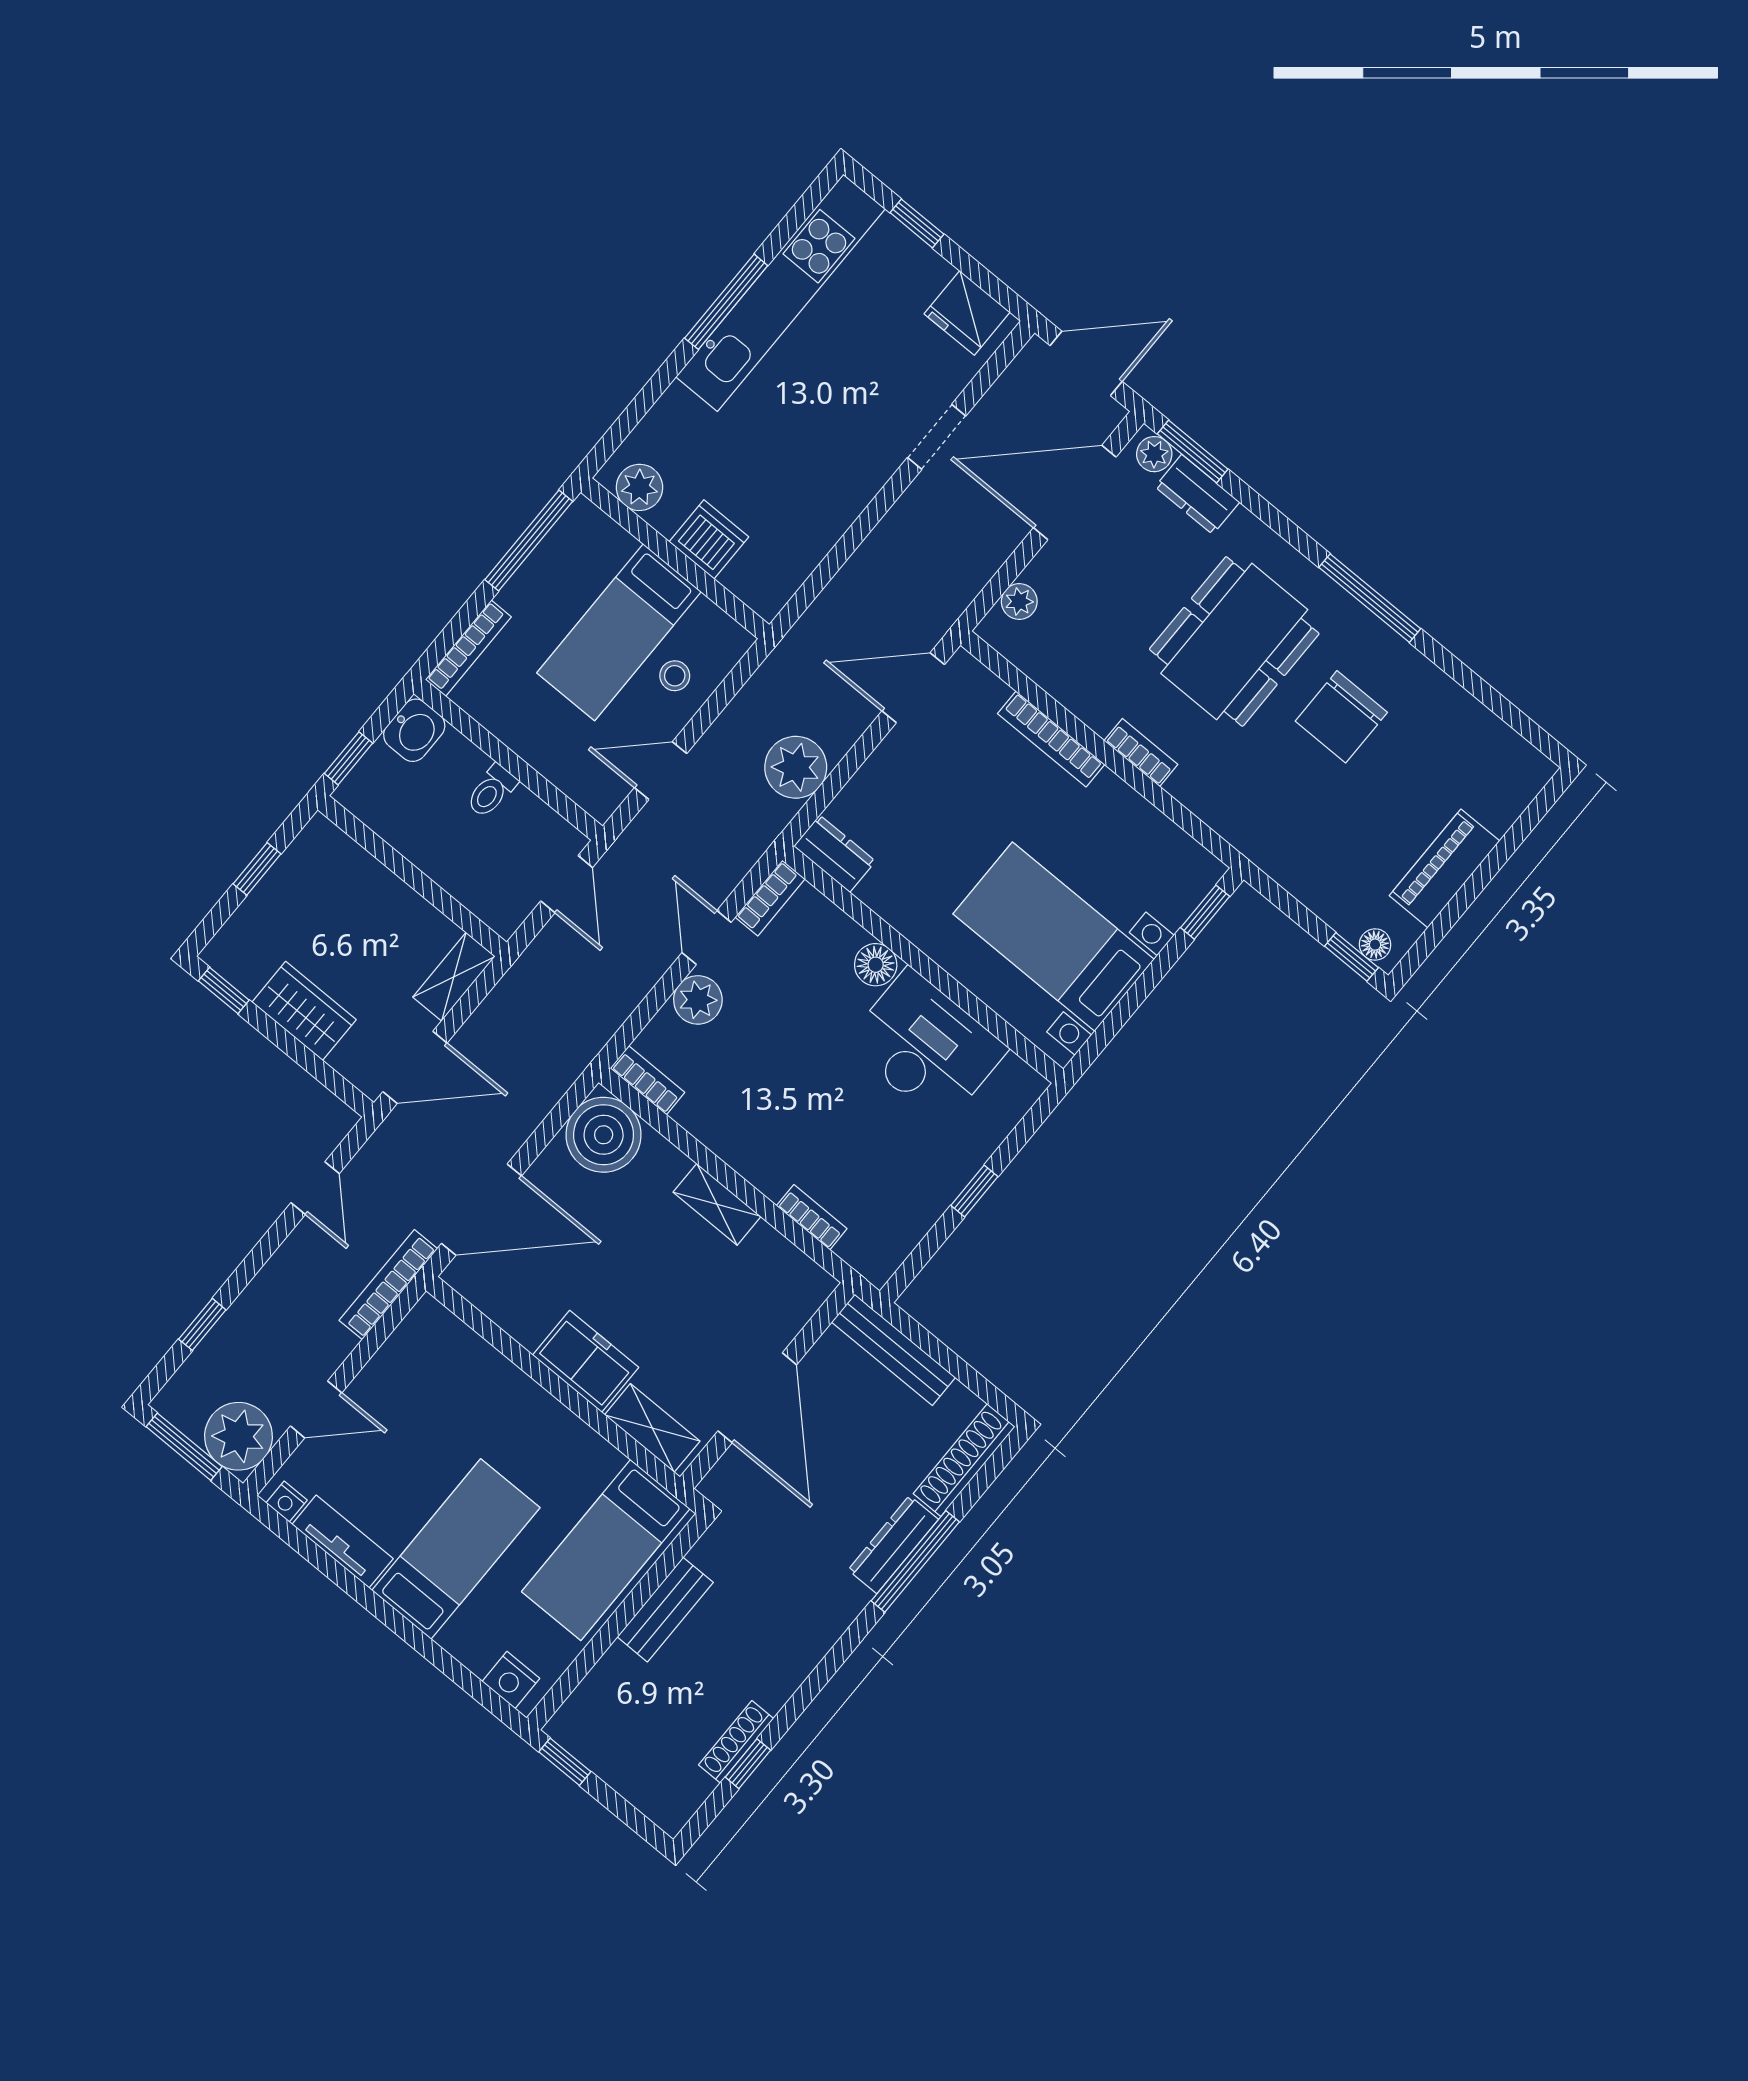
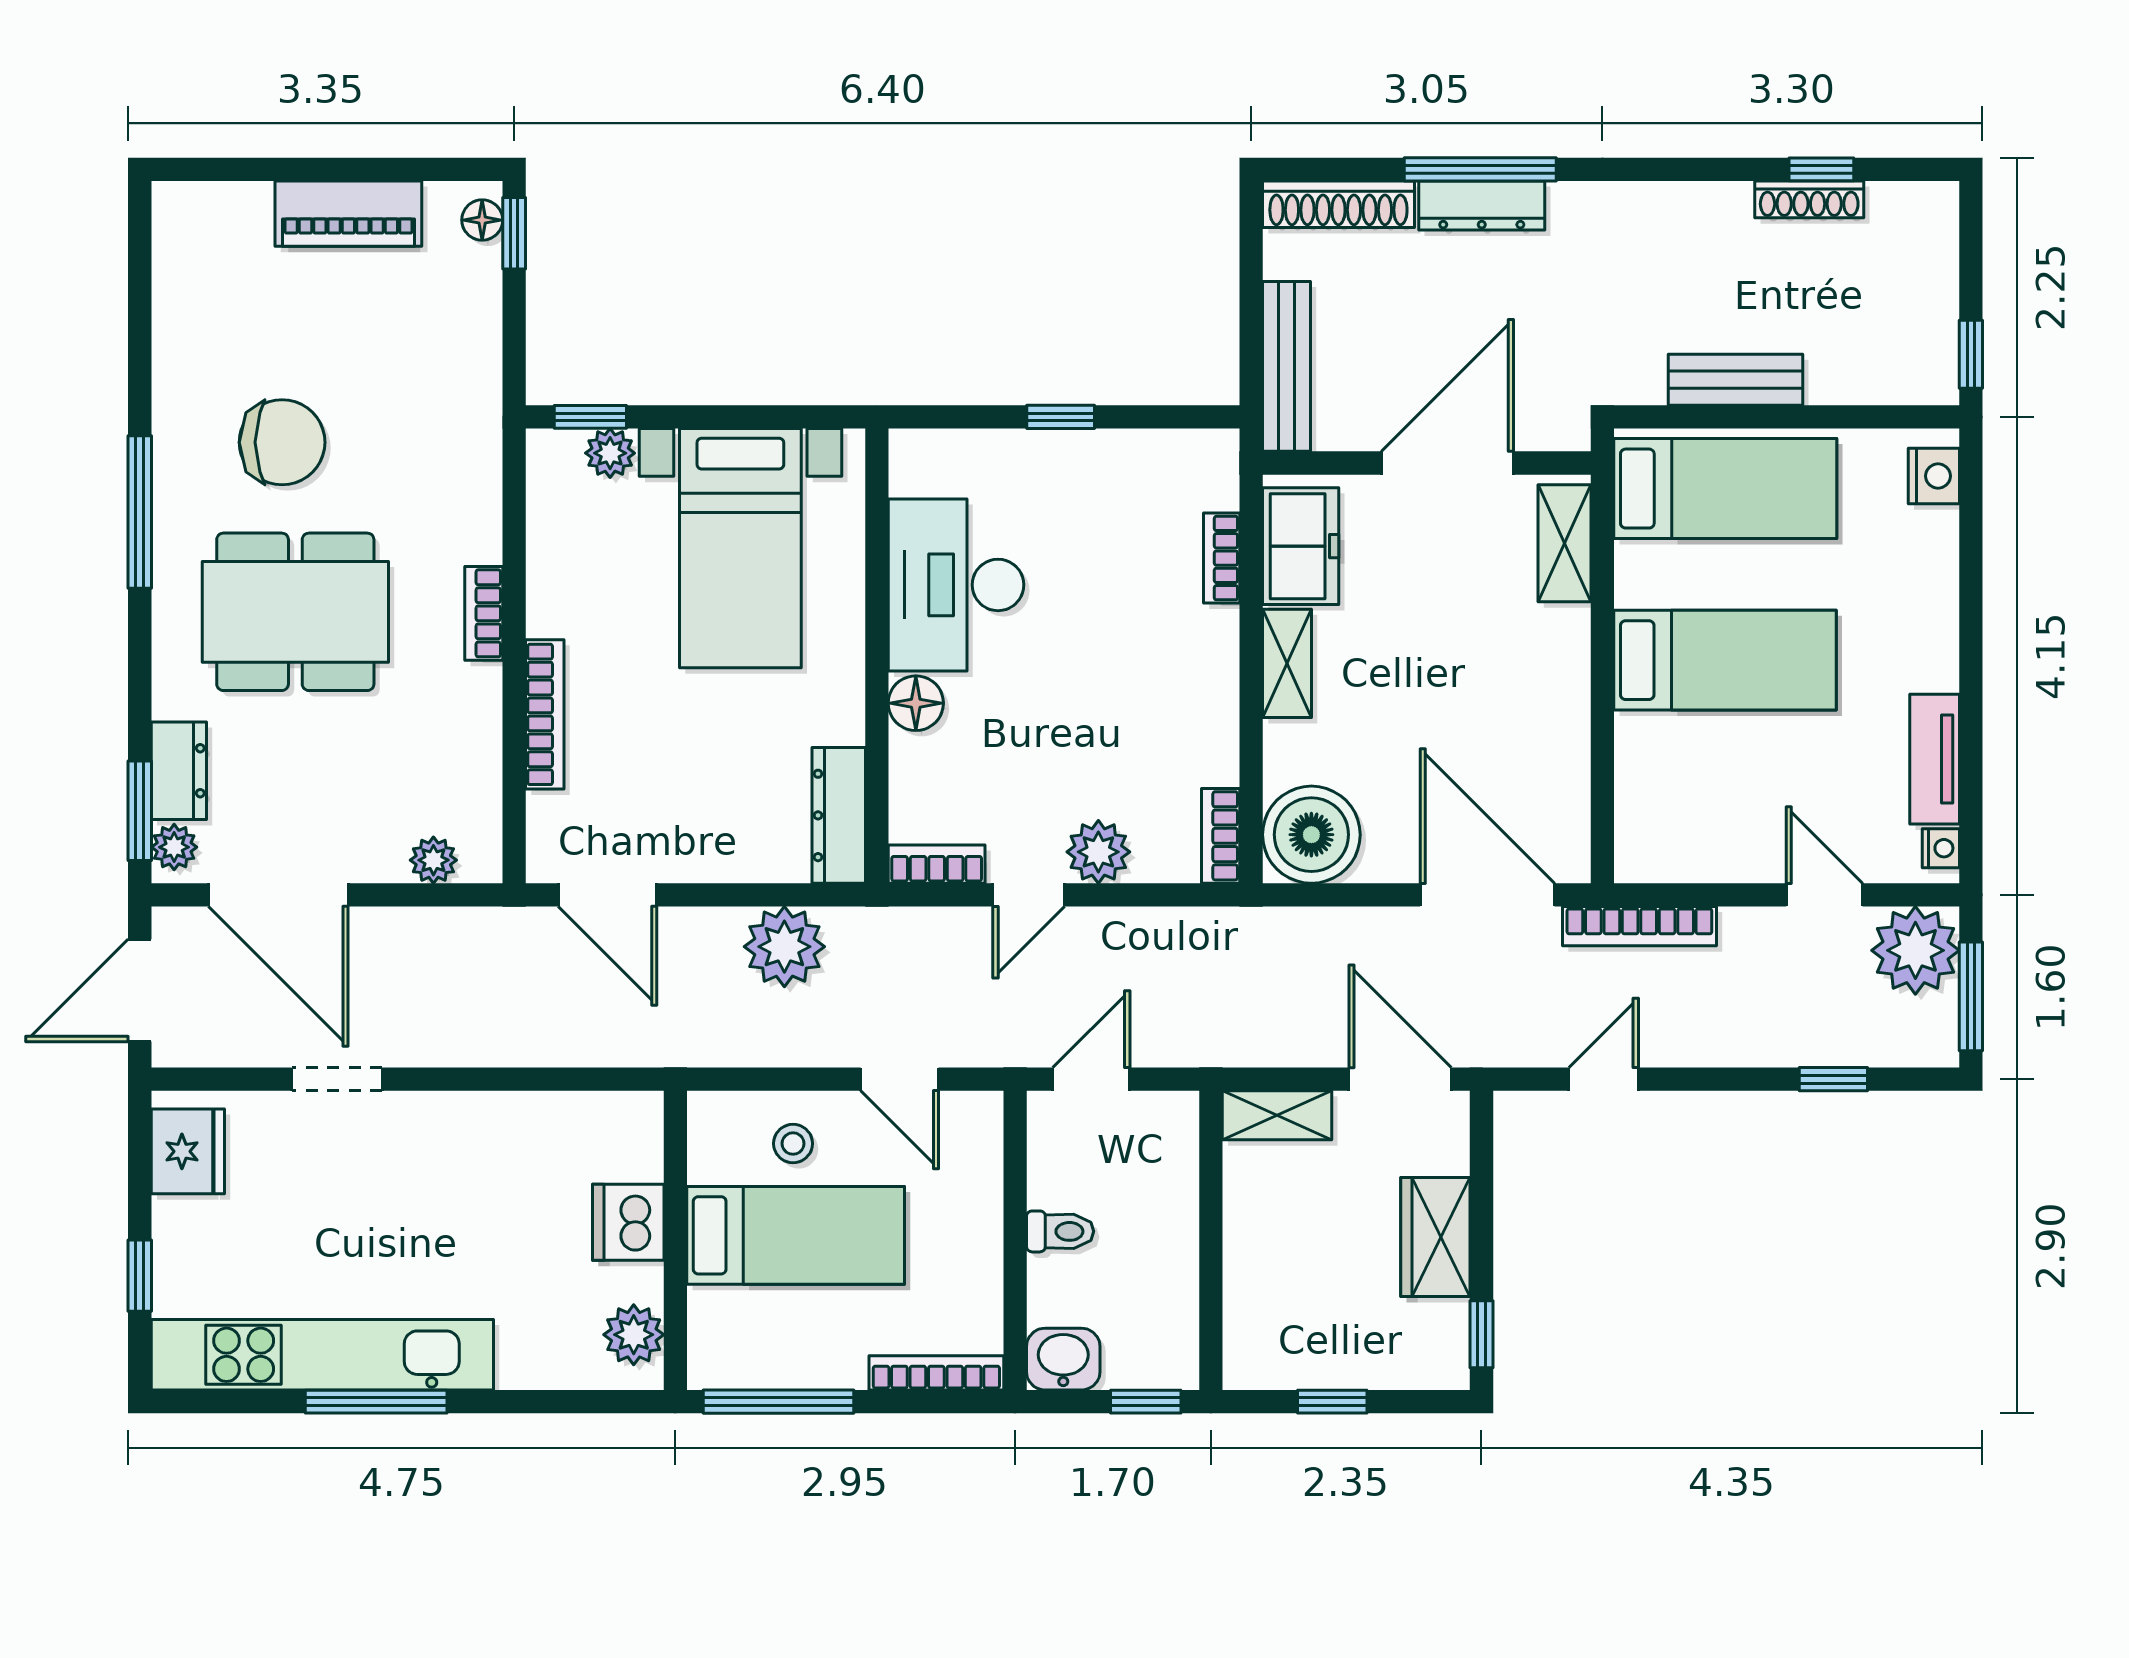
door: (1086, 363) -> (140, 990), hinge flipped
dresser: (835, 854) -> (839, 815), width x1.44
plant: (1174, 906) -> (610, 453), added
freezer: (586, 1361) -> (1301, 546), moved, turned 180
bed: (456, 1549) -> (1725, 660), moved, turned 180

